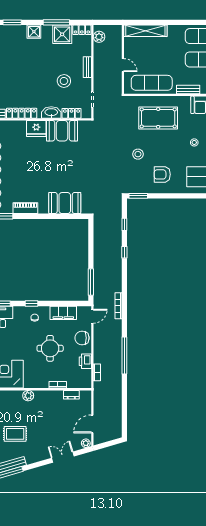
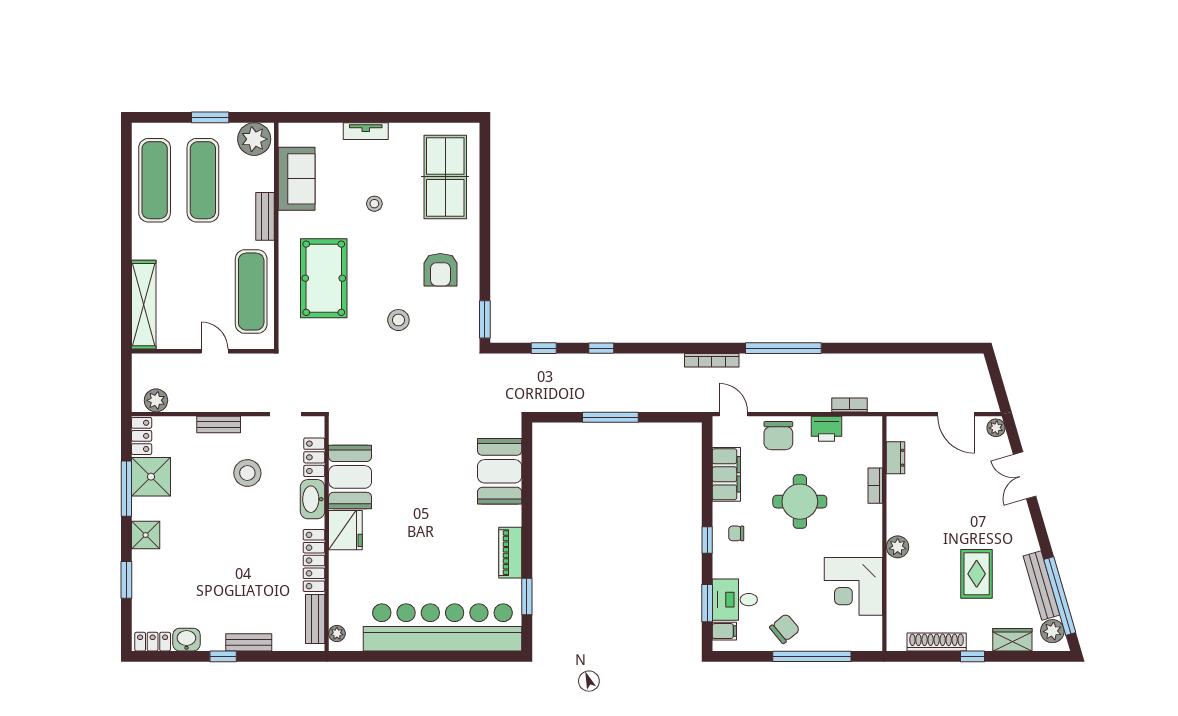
door: (123, 65) -> (215, 351), hinge flipped
window: (91, 282) -> (610, 417), moved
window: (124, 356) -> (783, 348), moved

